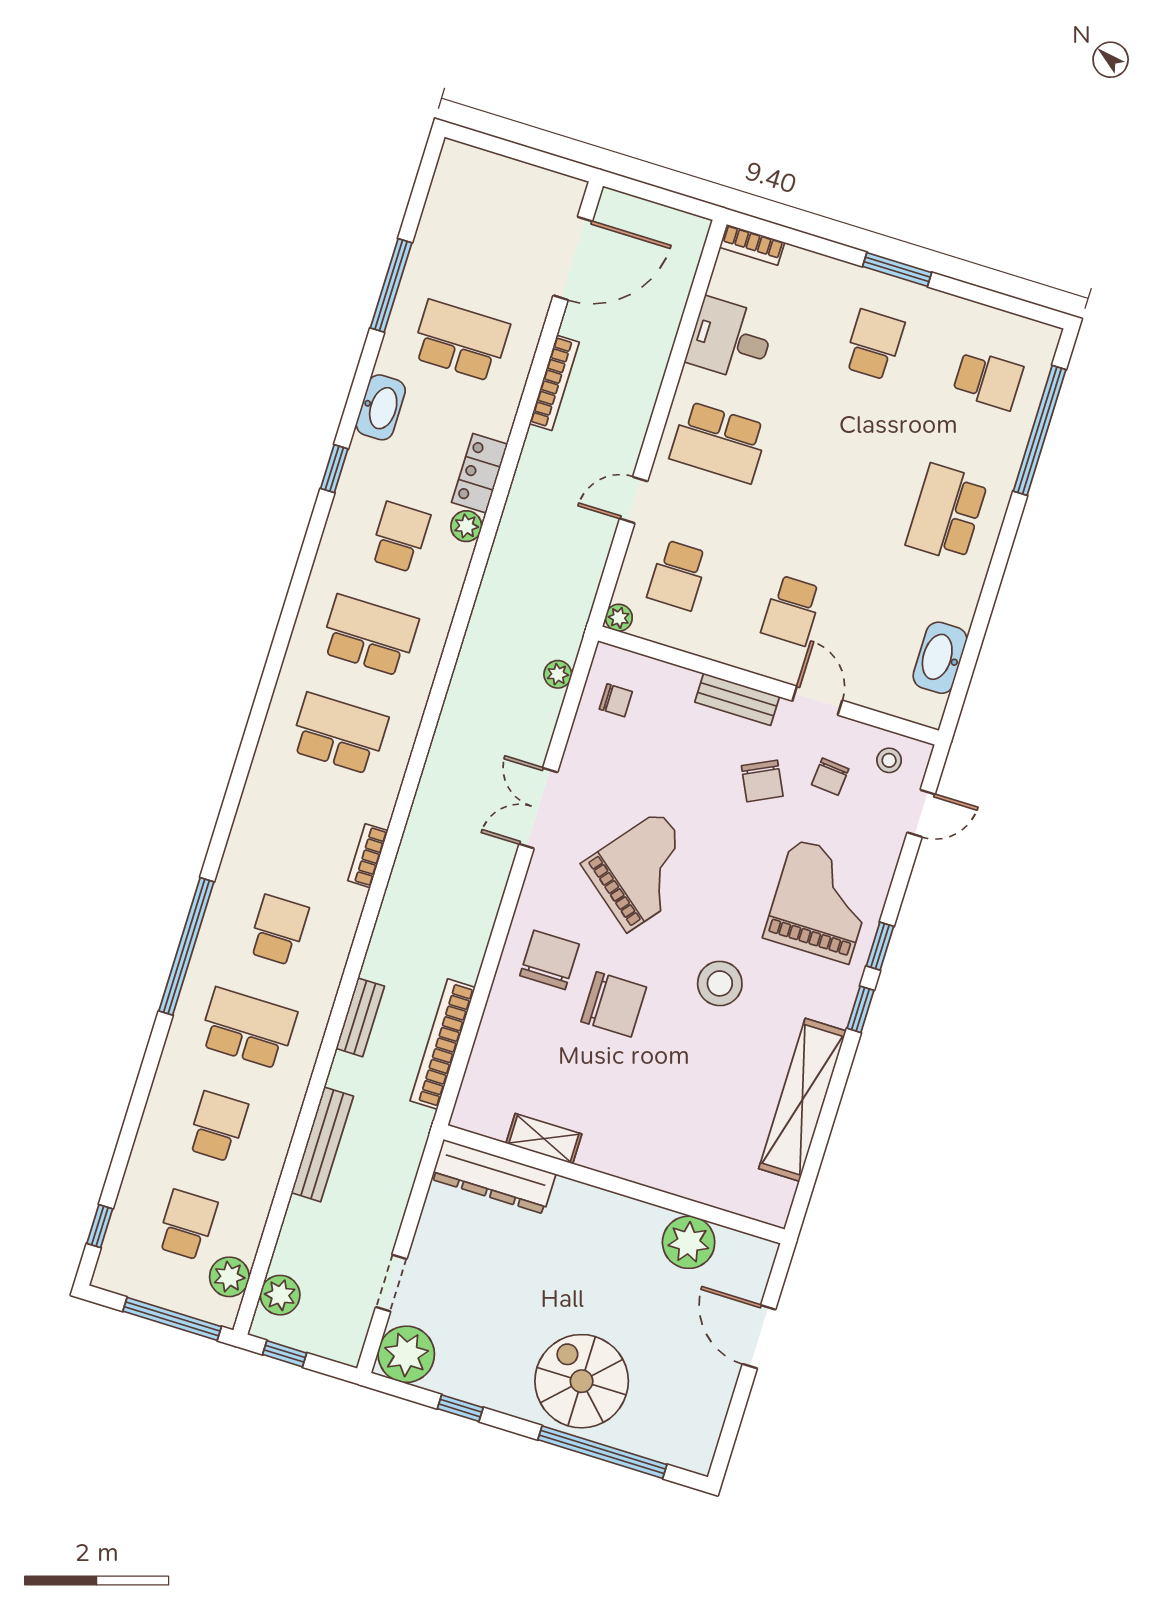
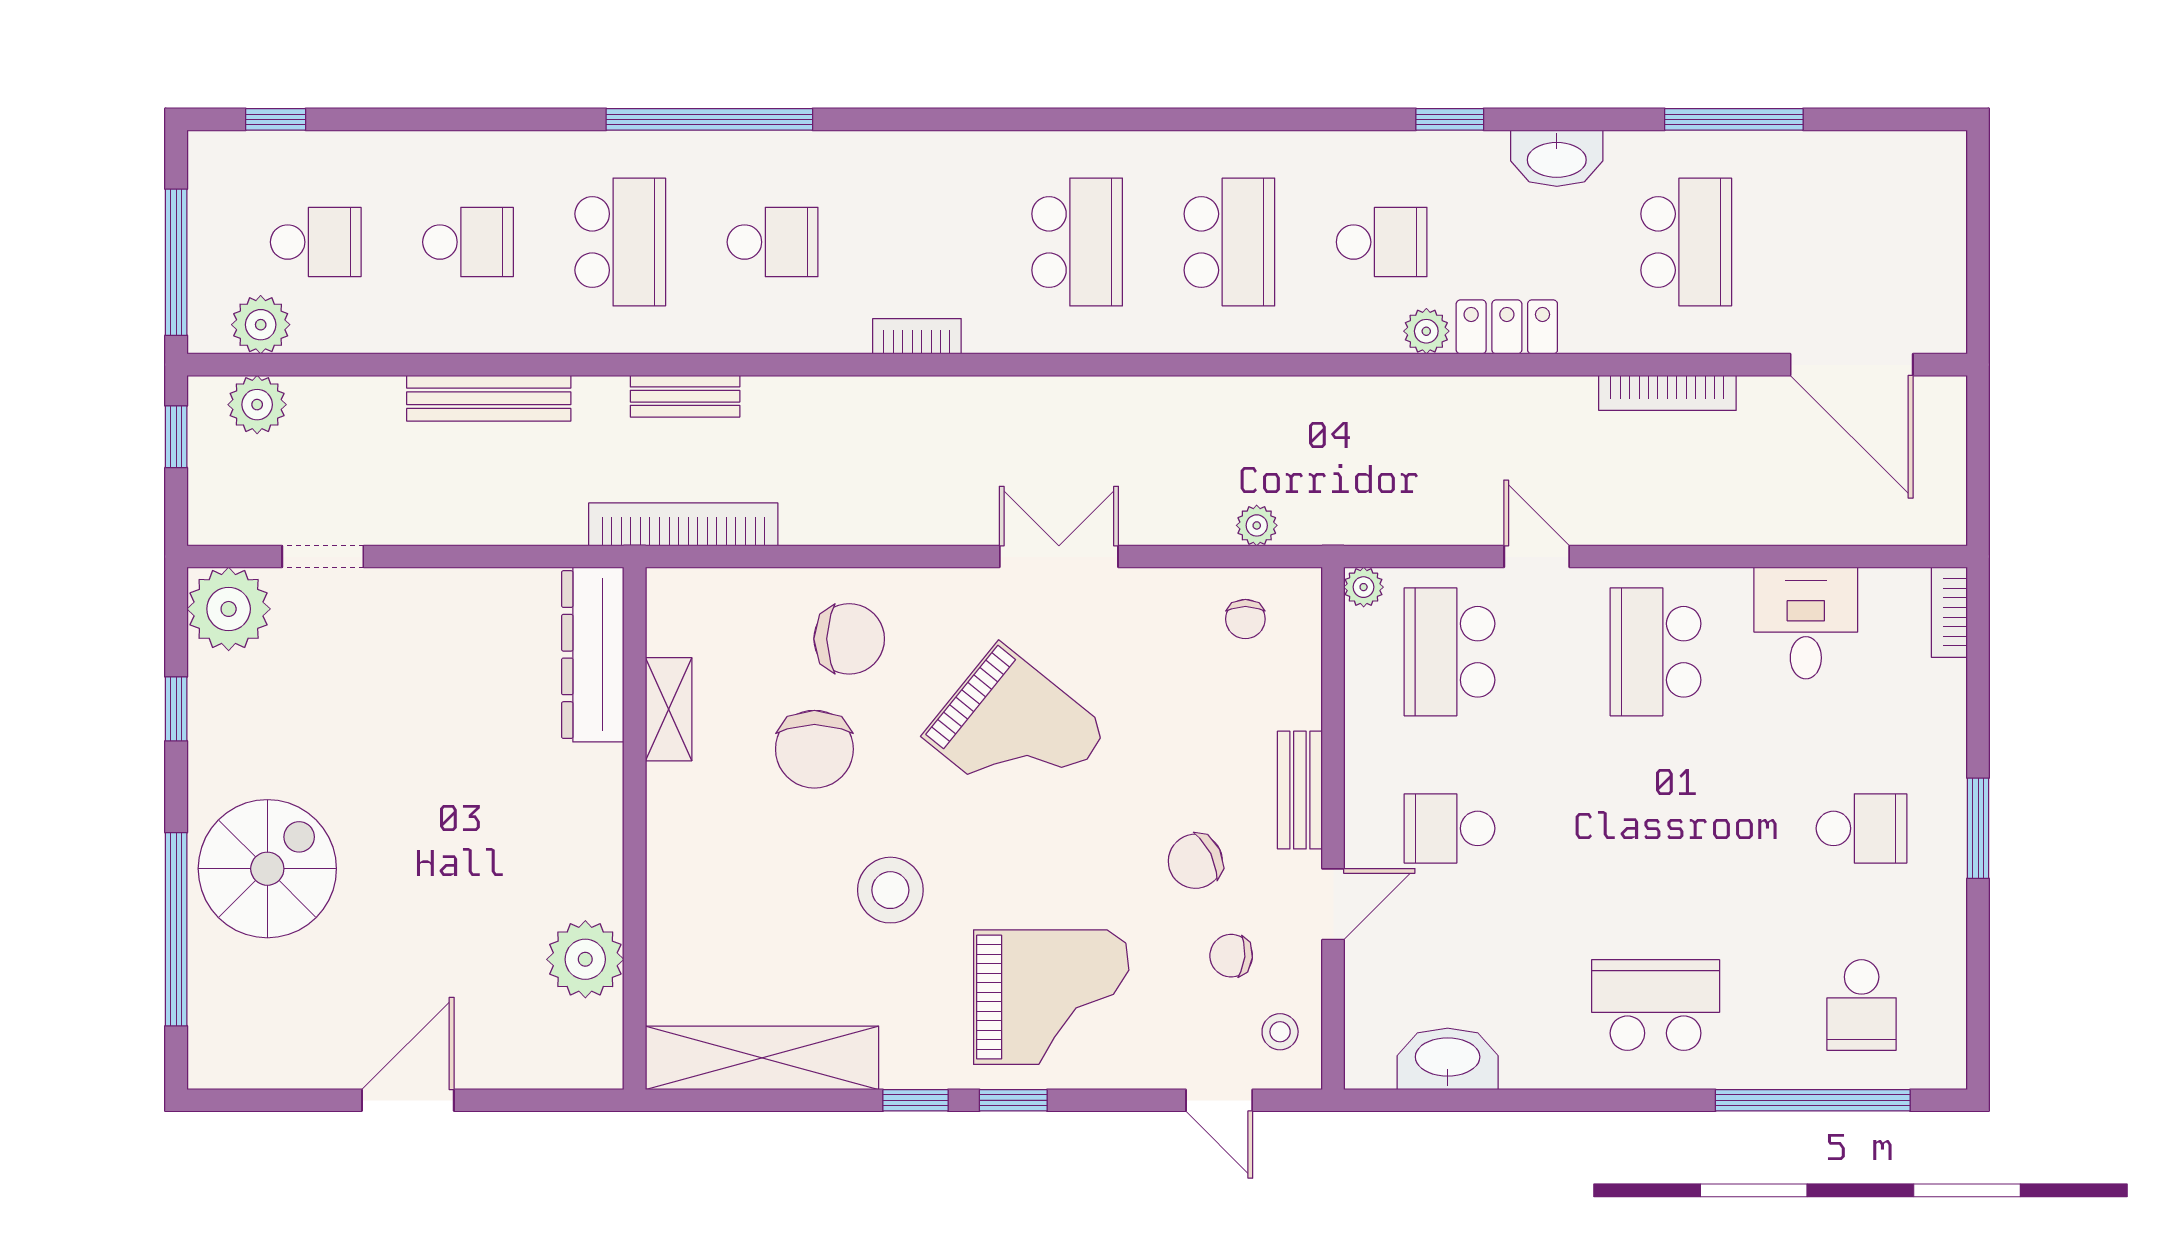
school desk: (678, 575) -> (1450, 652), width x1.85
shelving: (544, 1139) -> (669, 709), moved
dresser: (494, 1177) -> (593, 655), moved
wall: (614, 1184) -> (635, 828), moved
plant: (689, 1242) -> (585, 959), moved

